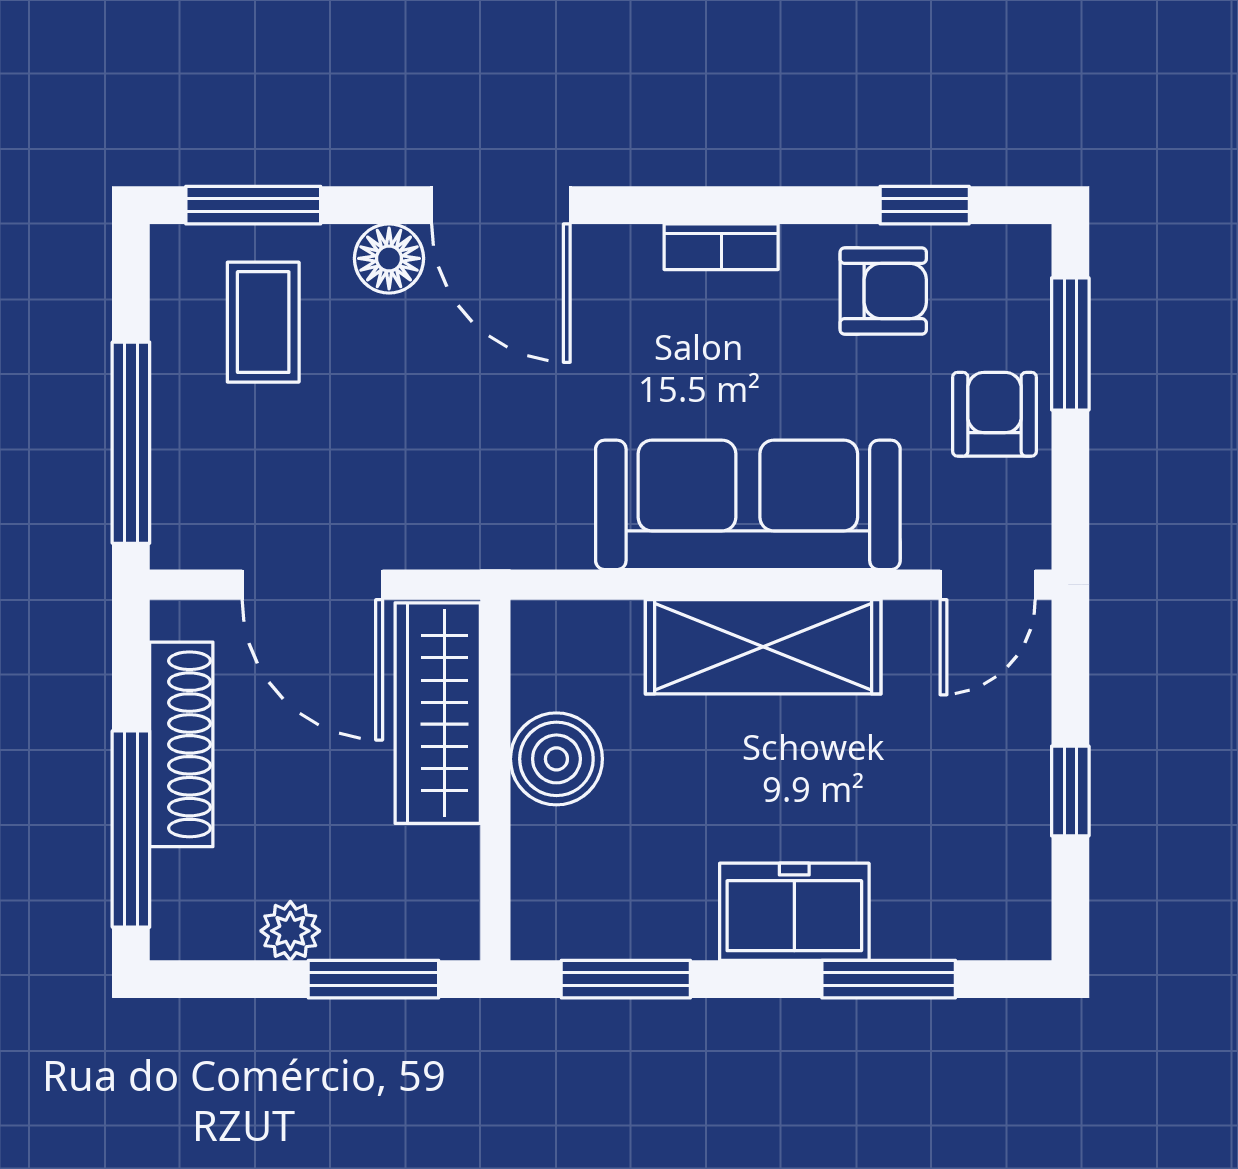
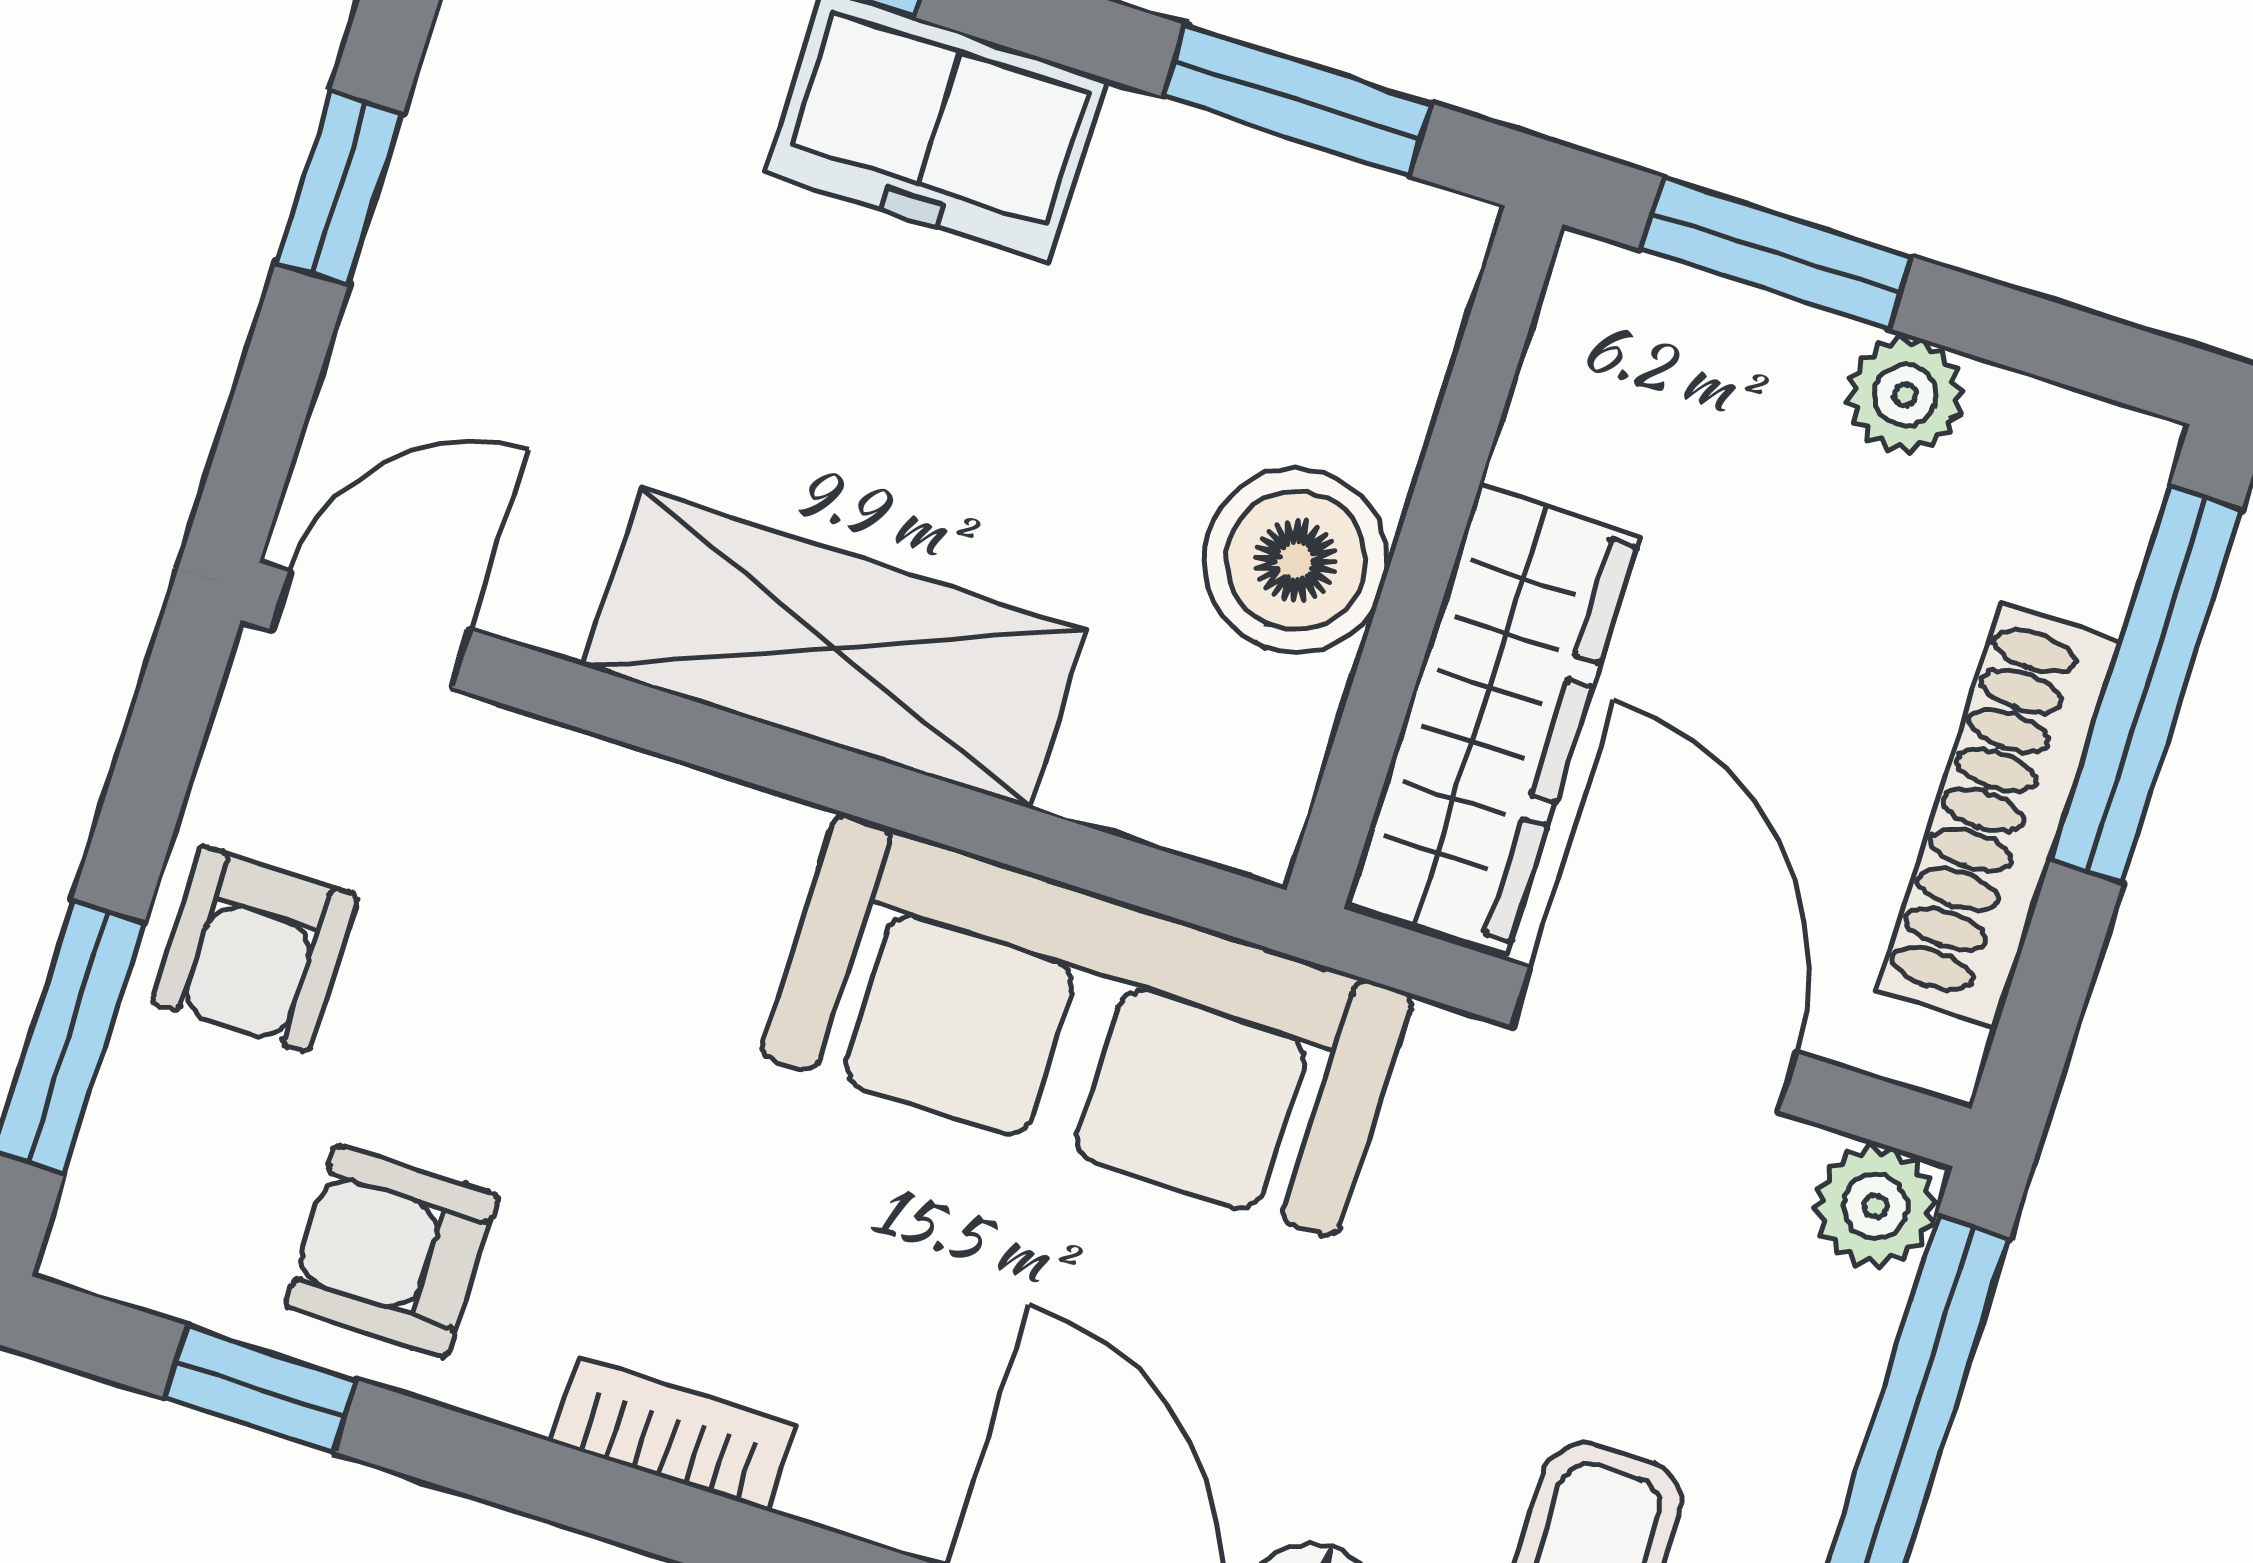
sofa: (748, 505) -> (1087, 1025), moved
plant: (181, 539) -> (1875, 1206), added

